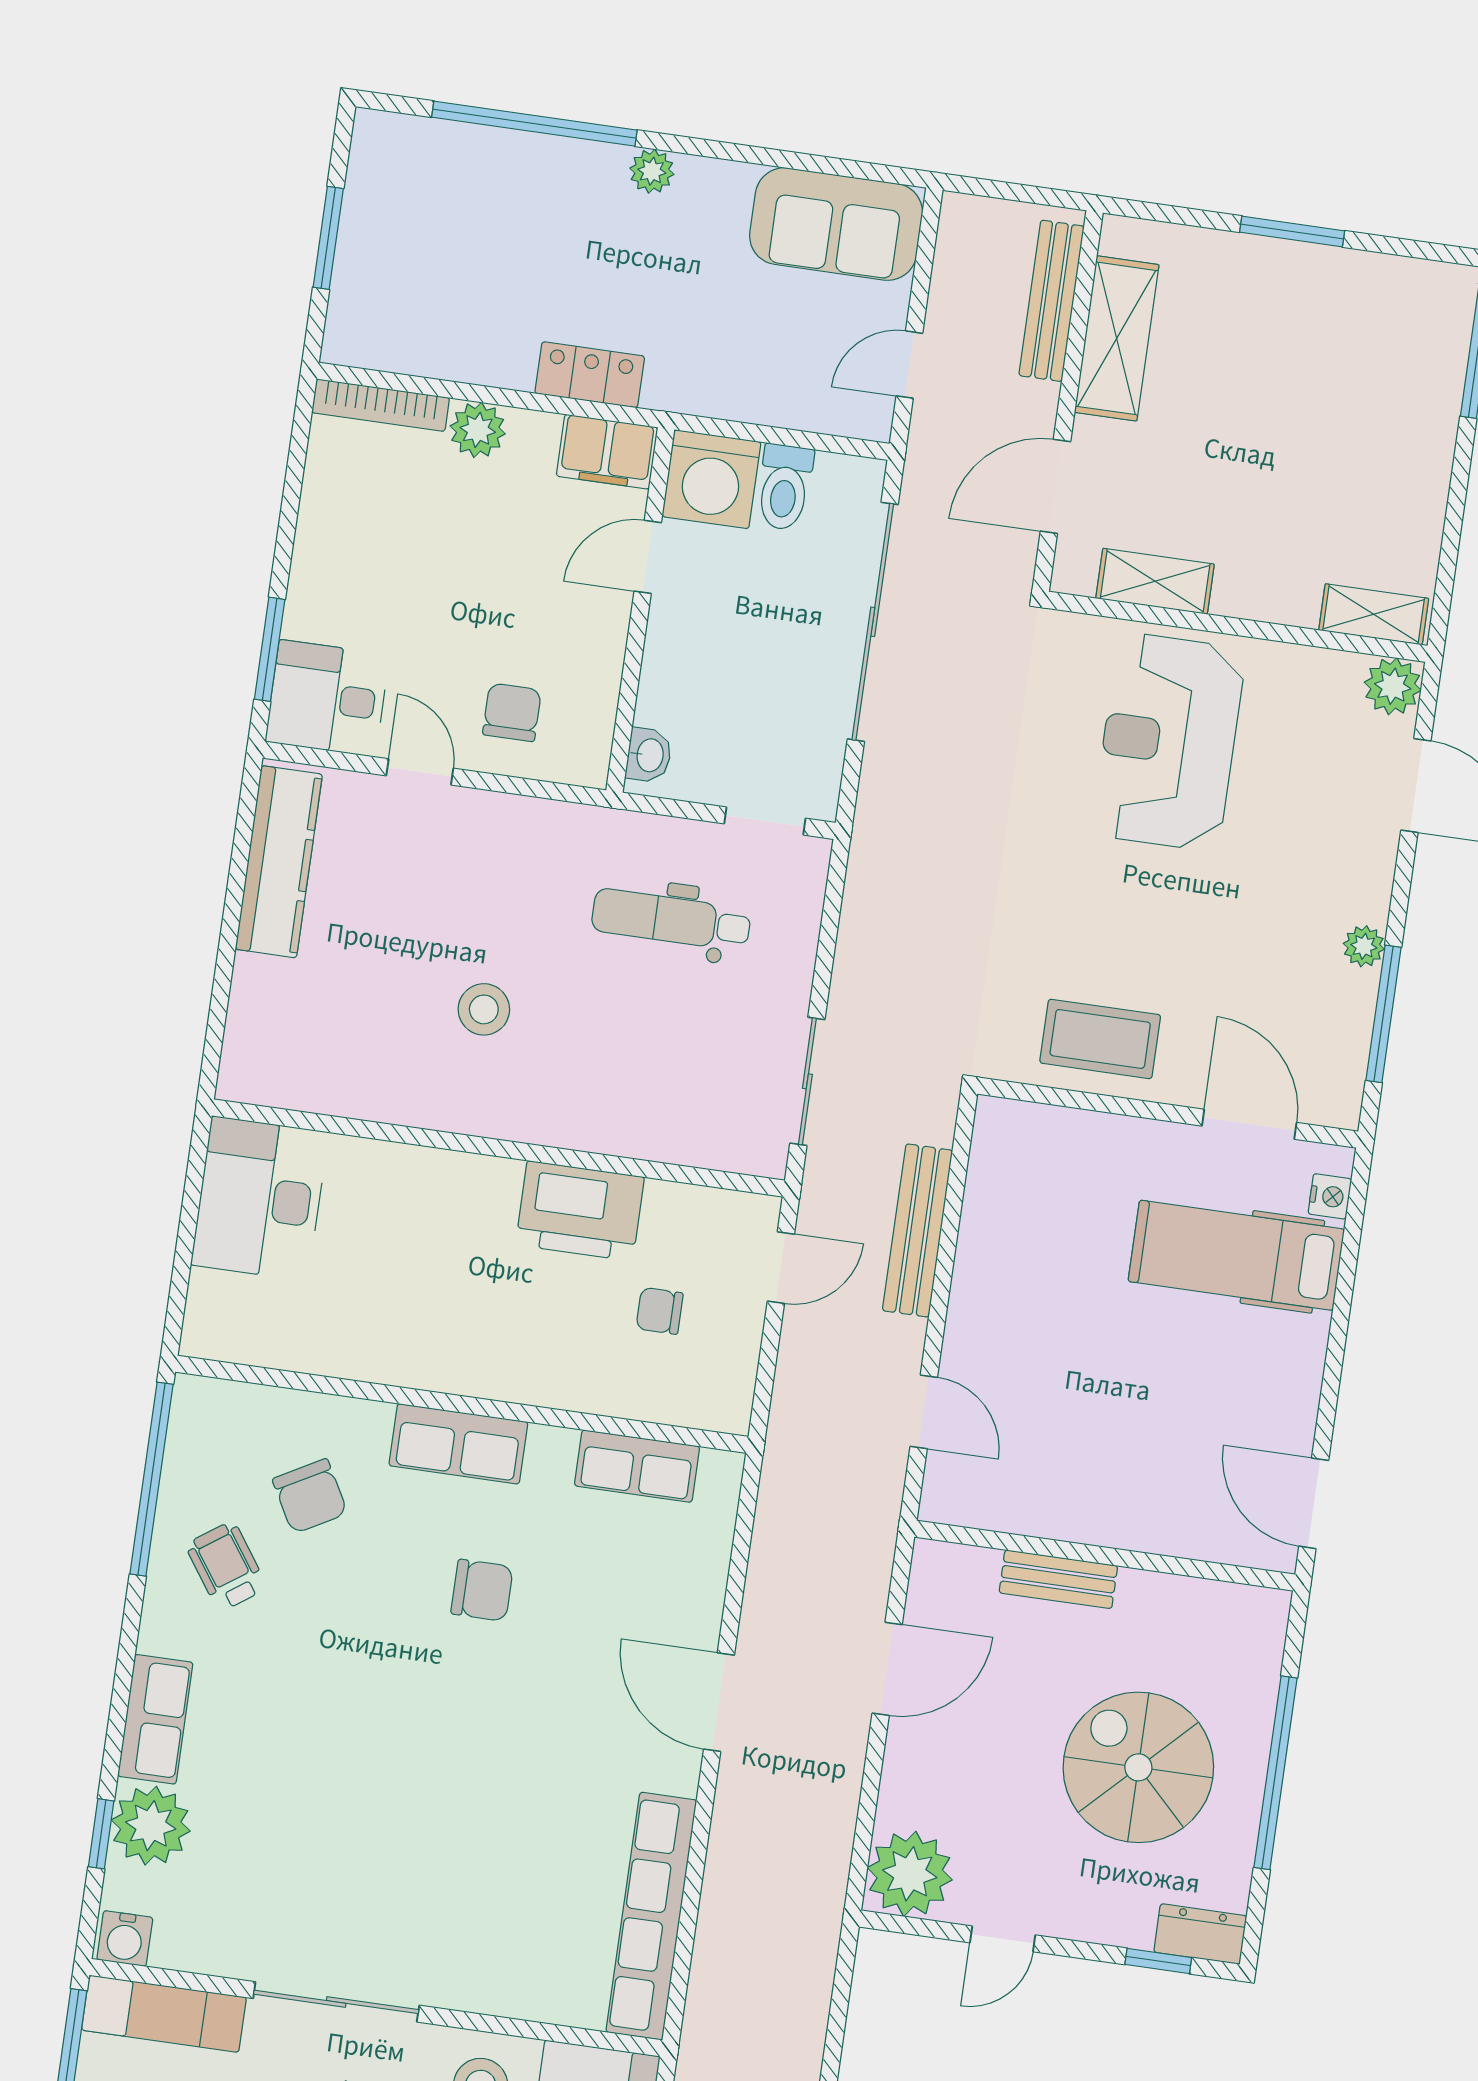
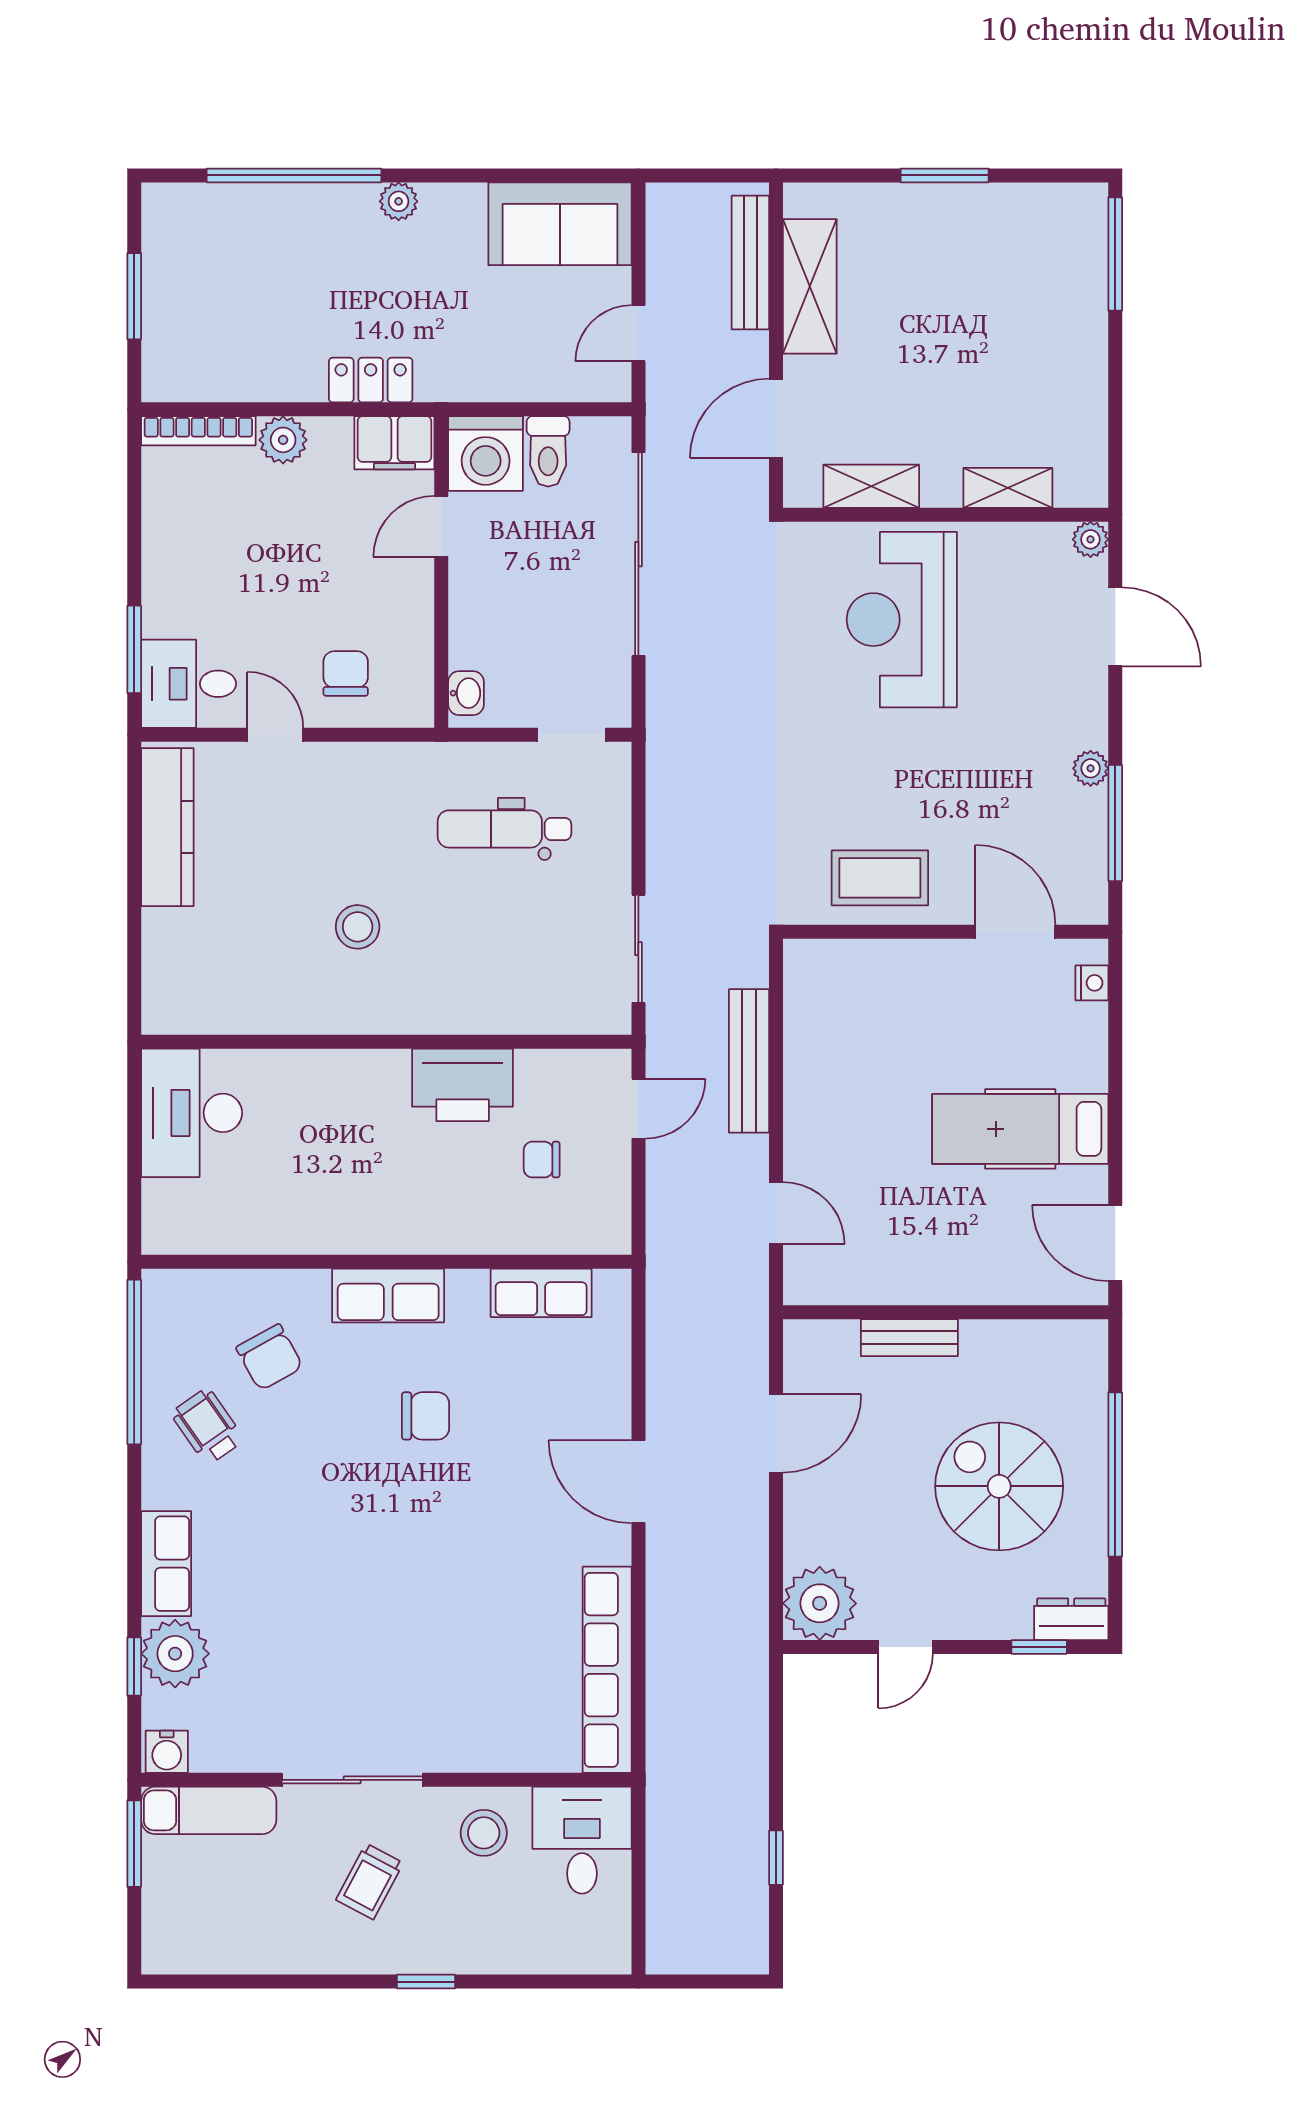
shelving: (1374, 614) -> (1008, 488), moved
plant: (1393, 686) -> (1090, 539), width x0.73, depth x0.73
hospital bed: (1236, 1255) -> (1020, 1129), moved

